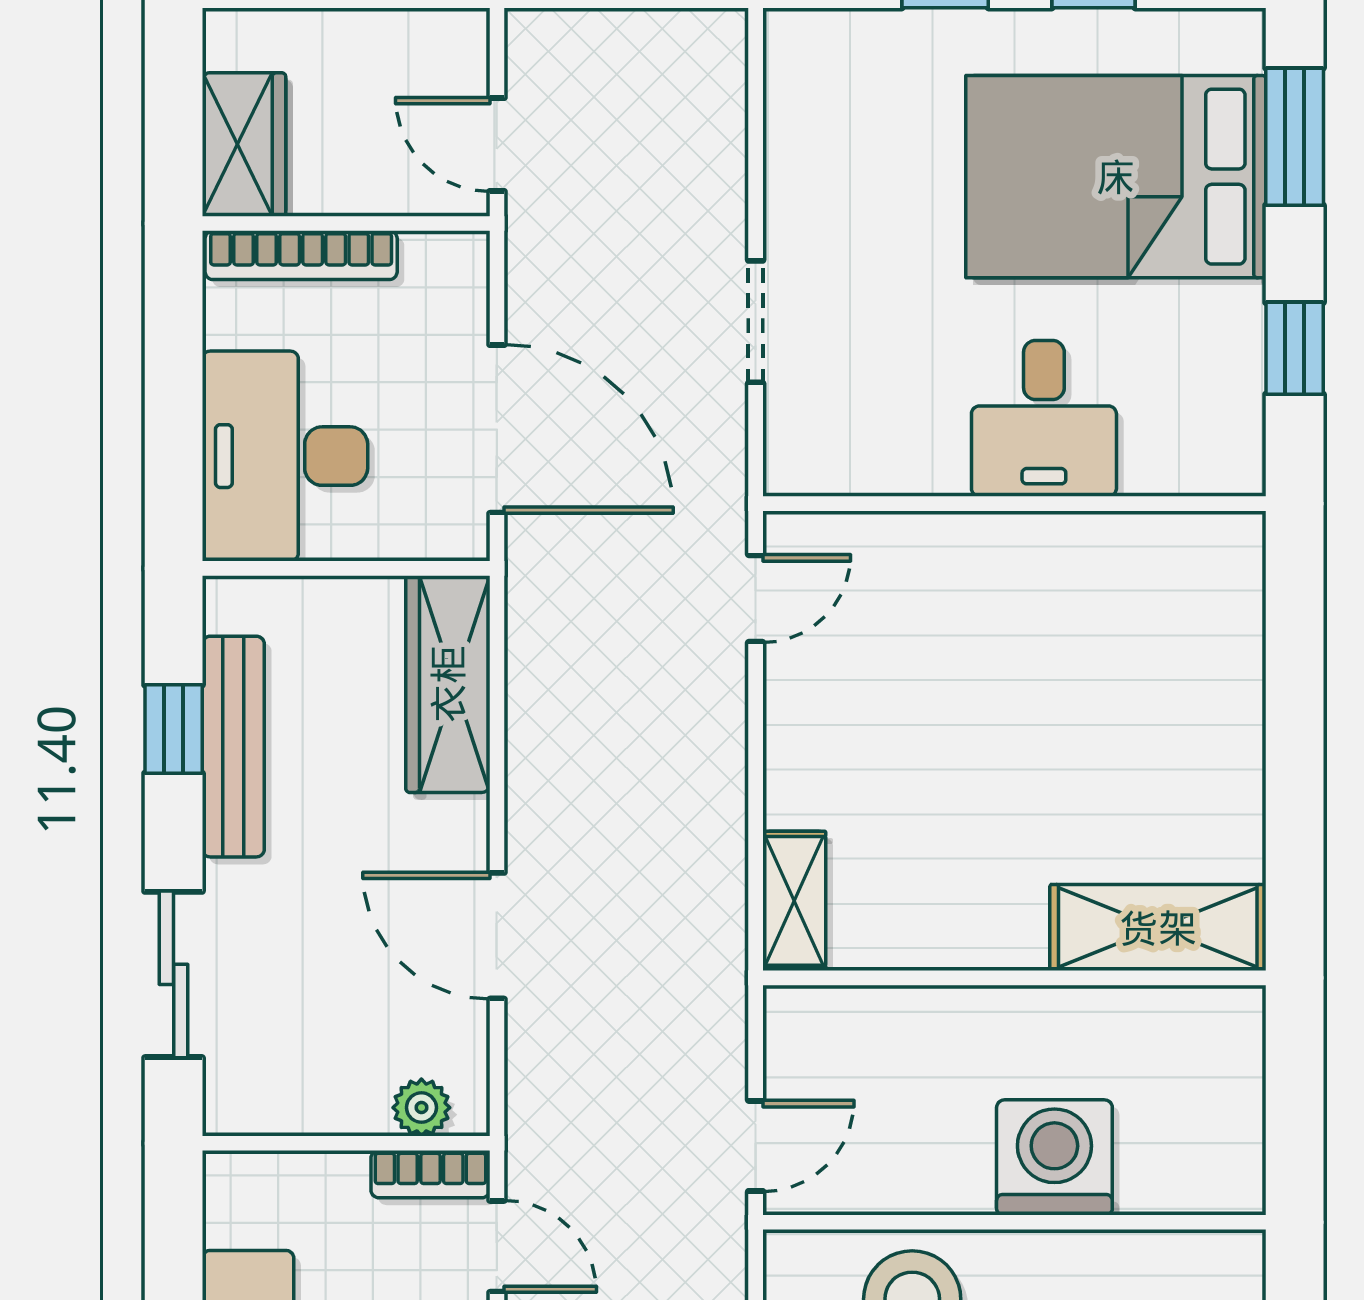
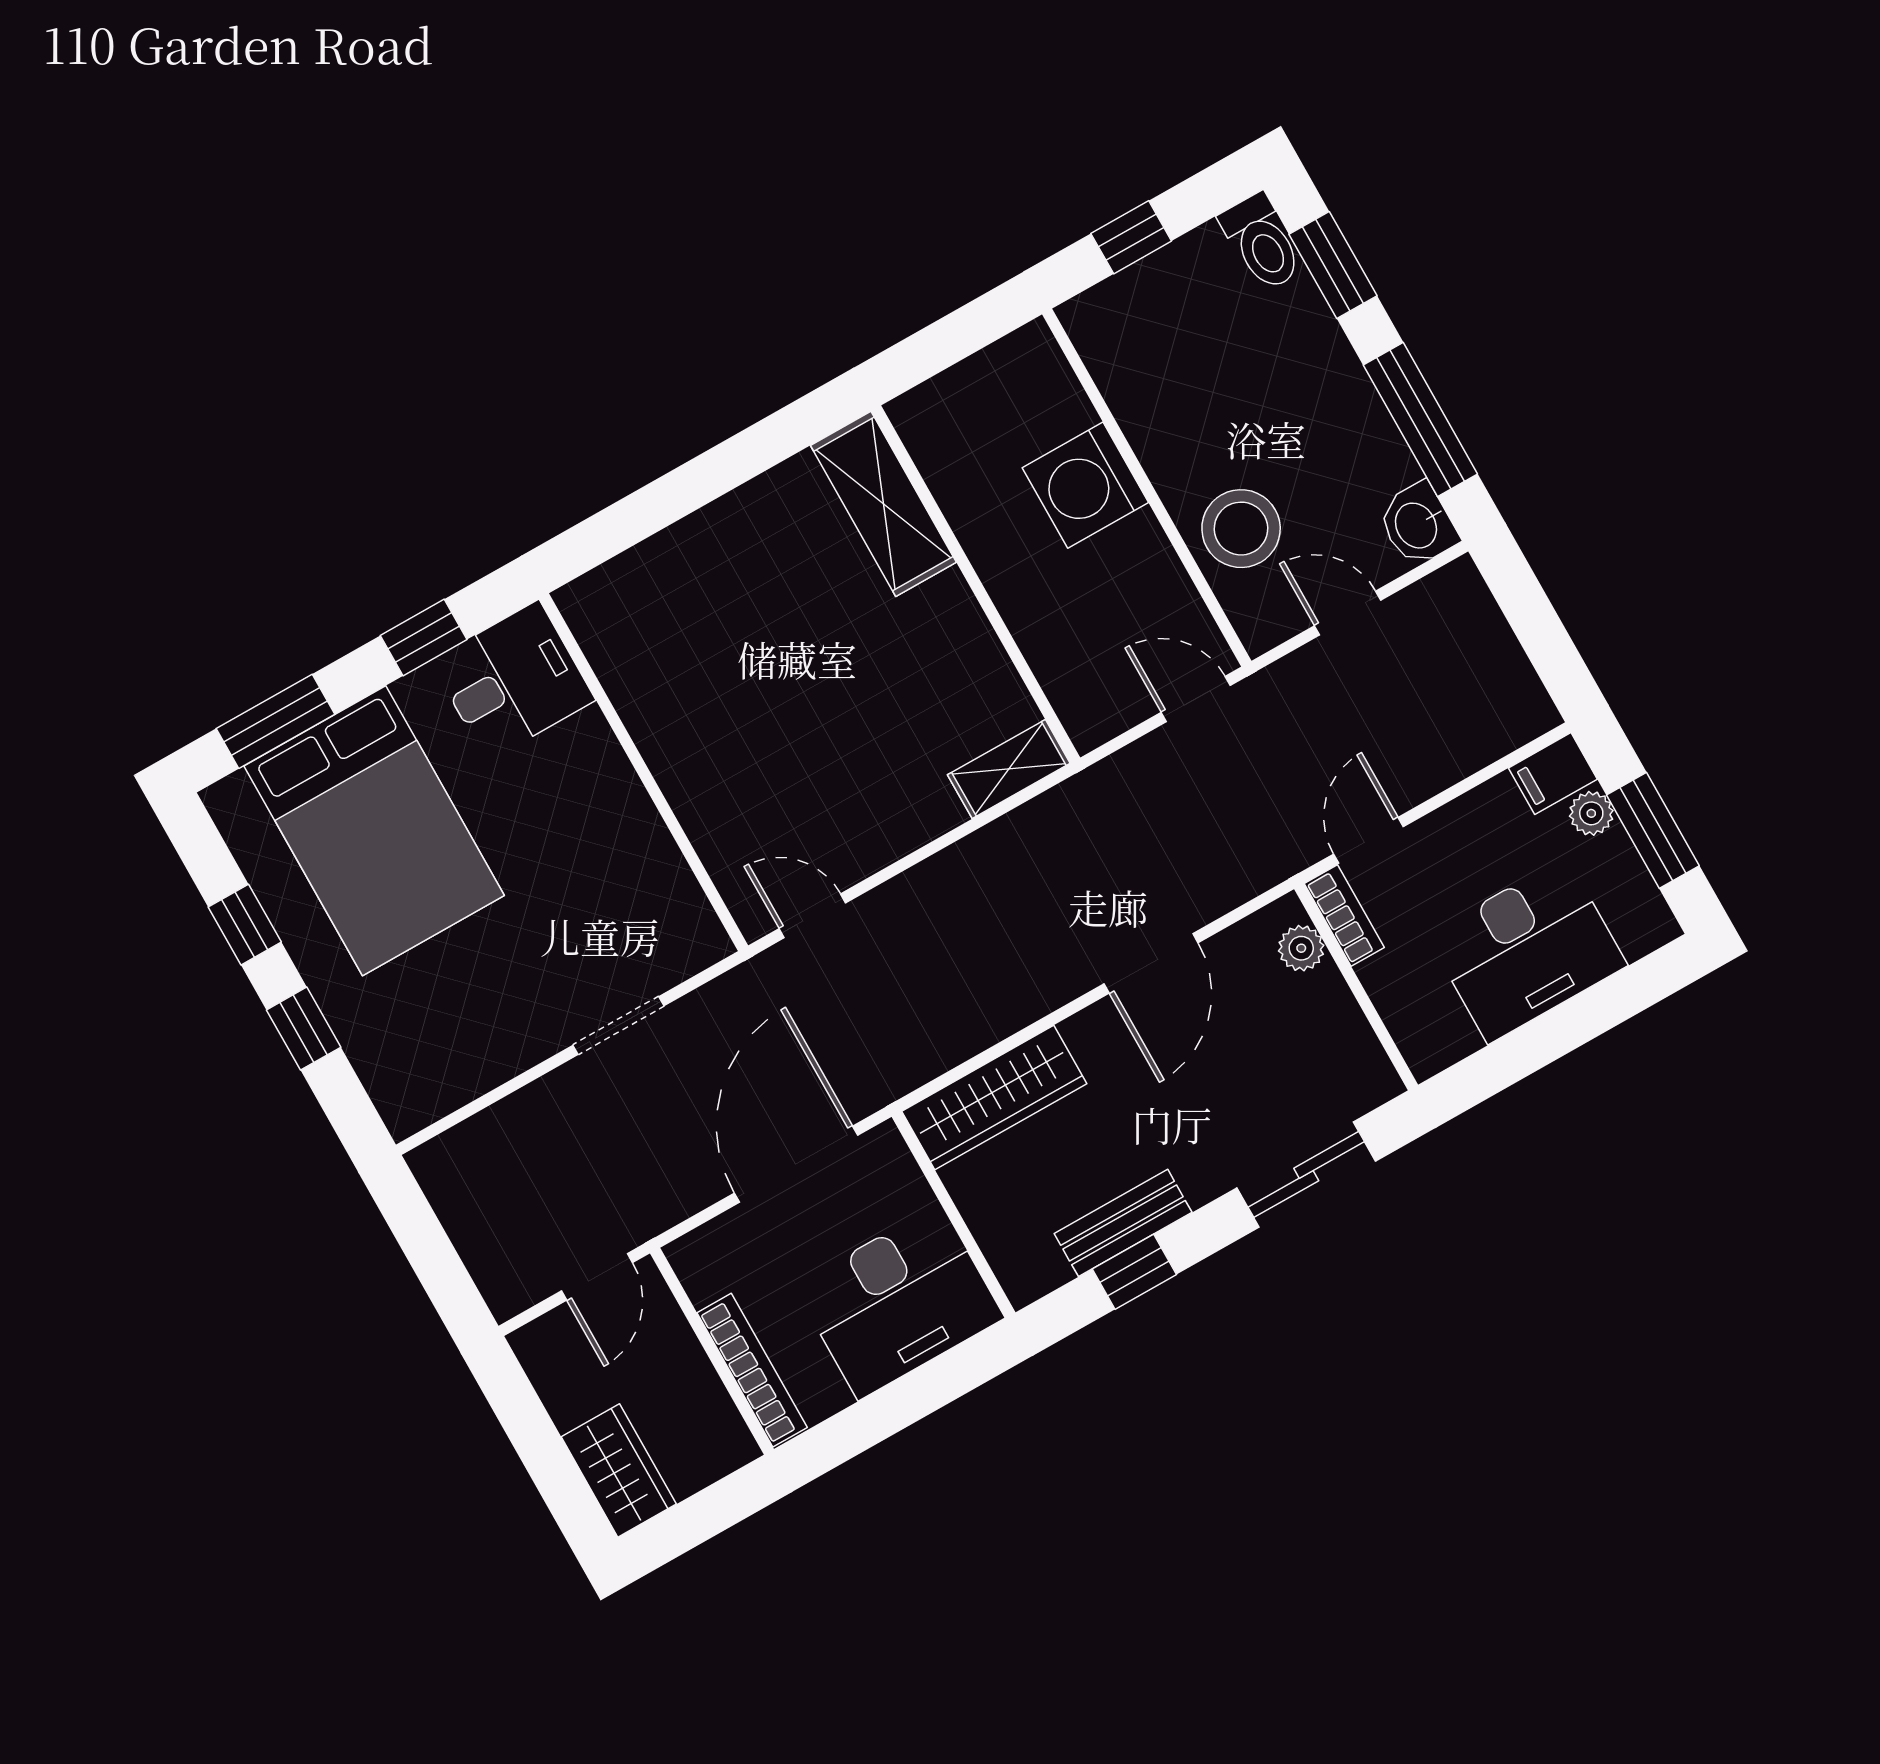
wardrobe: (244, 144) -> (619, 1470), moved, turned 90
desk: (1044, 418) -> (513, 681), moved
bench: (233, 747) -> (1123, 1223), width x0.73

